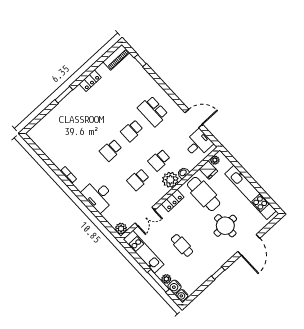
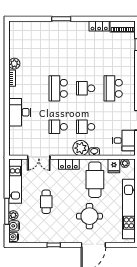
locker: (90, 81) -> (99, 26), moved
school desk: (111, 150) -> (58, 88), width x1.85
plant: (121, 229) -> (14, 64), moved

